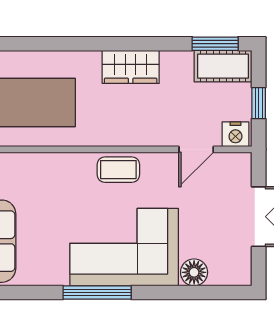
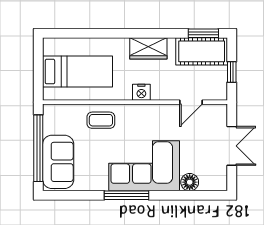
cot: (223, 66) -> (202, 51), width x1.37, depth x1.34
nightstand: (235, 134) -> (141, 92), moved
coffee table: (118, 170) -> (101, 120), moved

